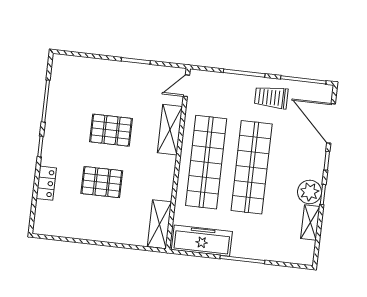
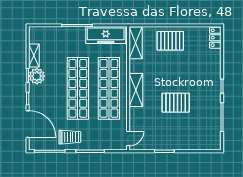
shelving: (170, 130) -> (136, 90), moved
pallet: (102, 182) -> (170, 41), moved
locker: (46, 183) -> (215, 38), moved

